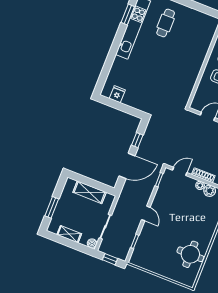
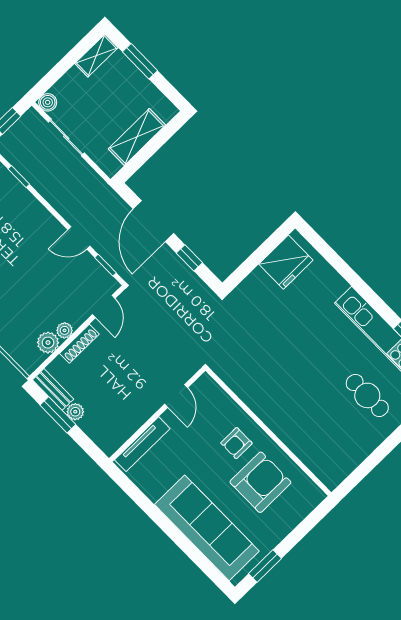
fridge: (117, 94) -> (286, 262), width x1.88, depth x1.34
door: (146, 213) -> (79, 238), moved
shelving: (69, 234) -> (96, 56), moved

